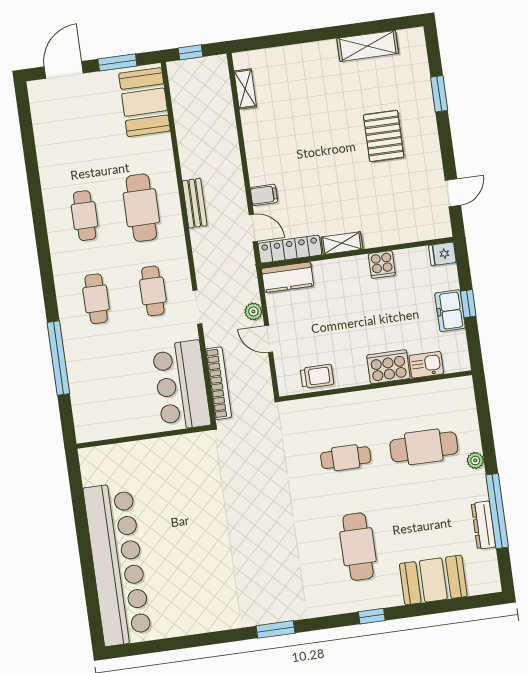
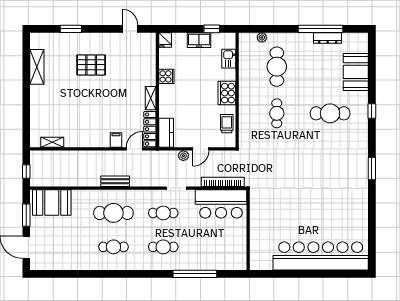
window: (468, 304) -> (212, 29), moved
cooker: (388, 367) -> (227, 93), moved
plant: (475, 460) -> (262, 38), moved

